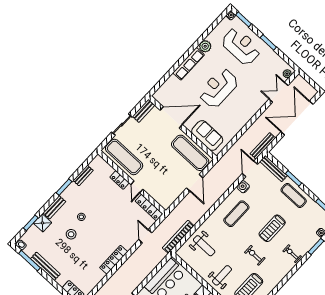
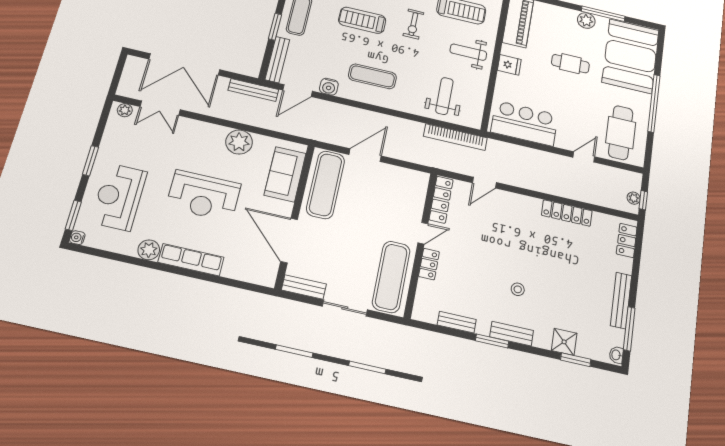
plant: (238, 122) -> (239, 142), added
bench: (54, 207) -> (512, 334), moved
treadmill: (272, 228) -> (362, 20), turned 180
stool: (71, 234) -> (552, 290), removed
locker: (114, 260) -> (567, 213), moved

